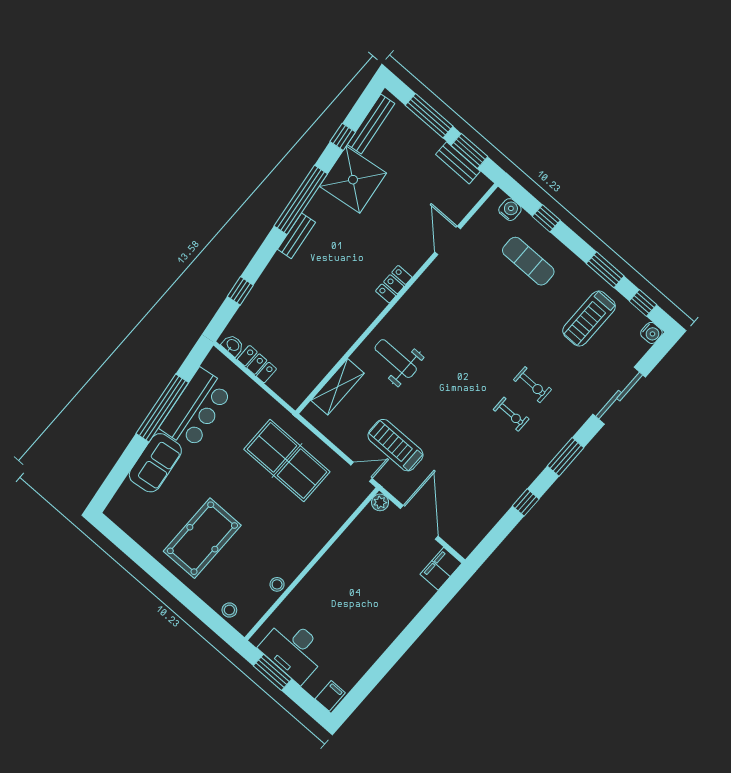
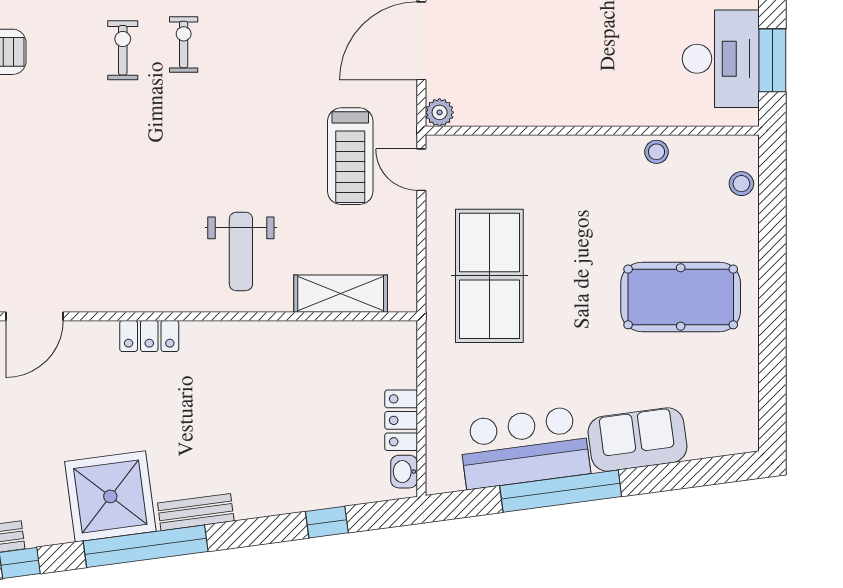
shower: (353, 180) -> (110, 496), moved

